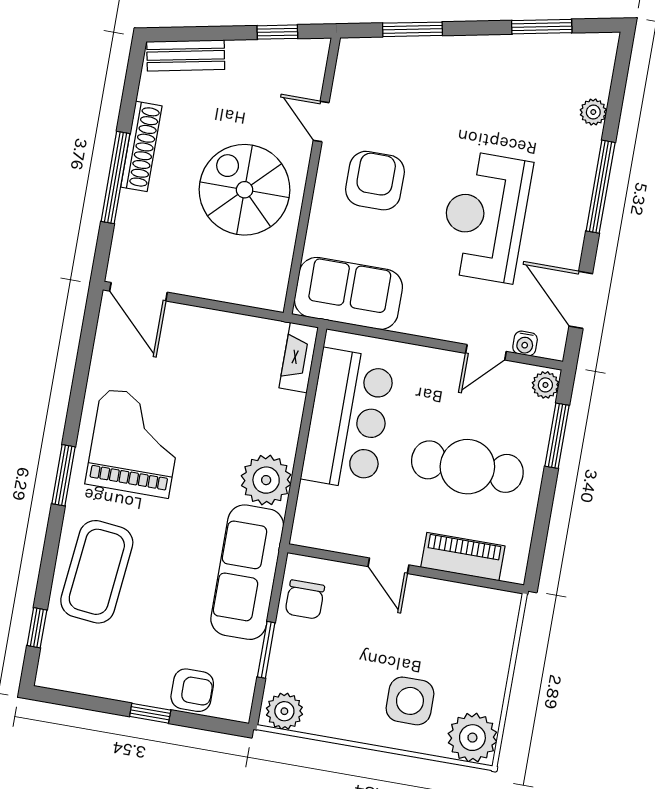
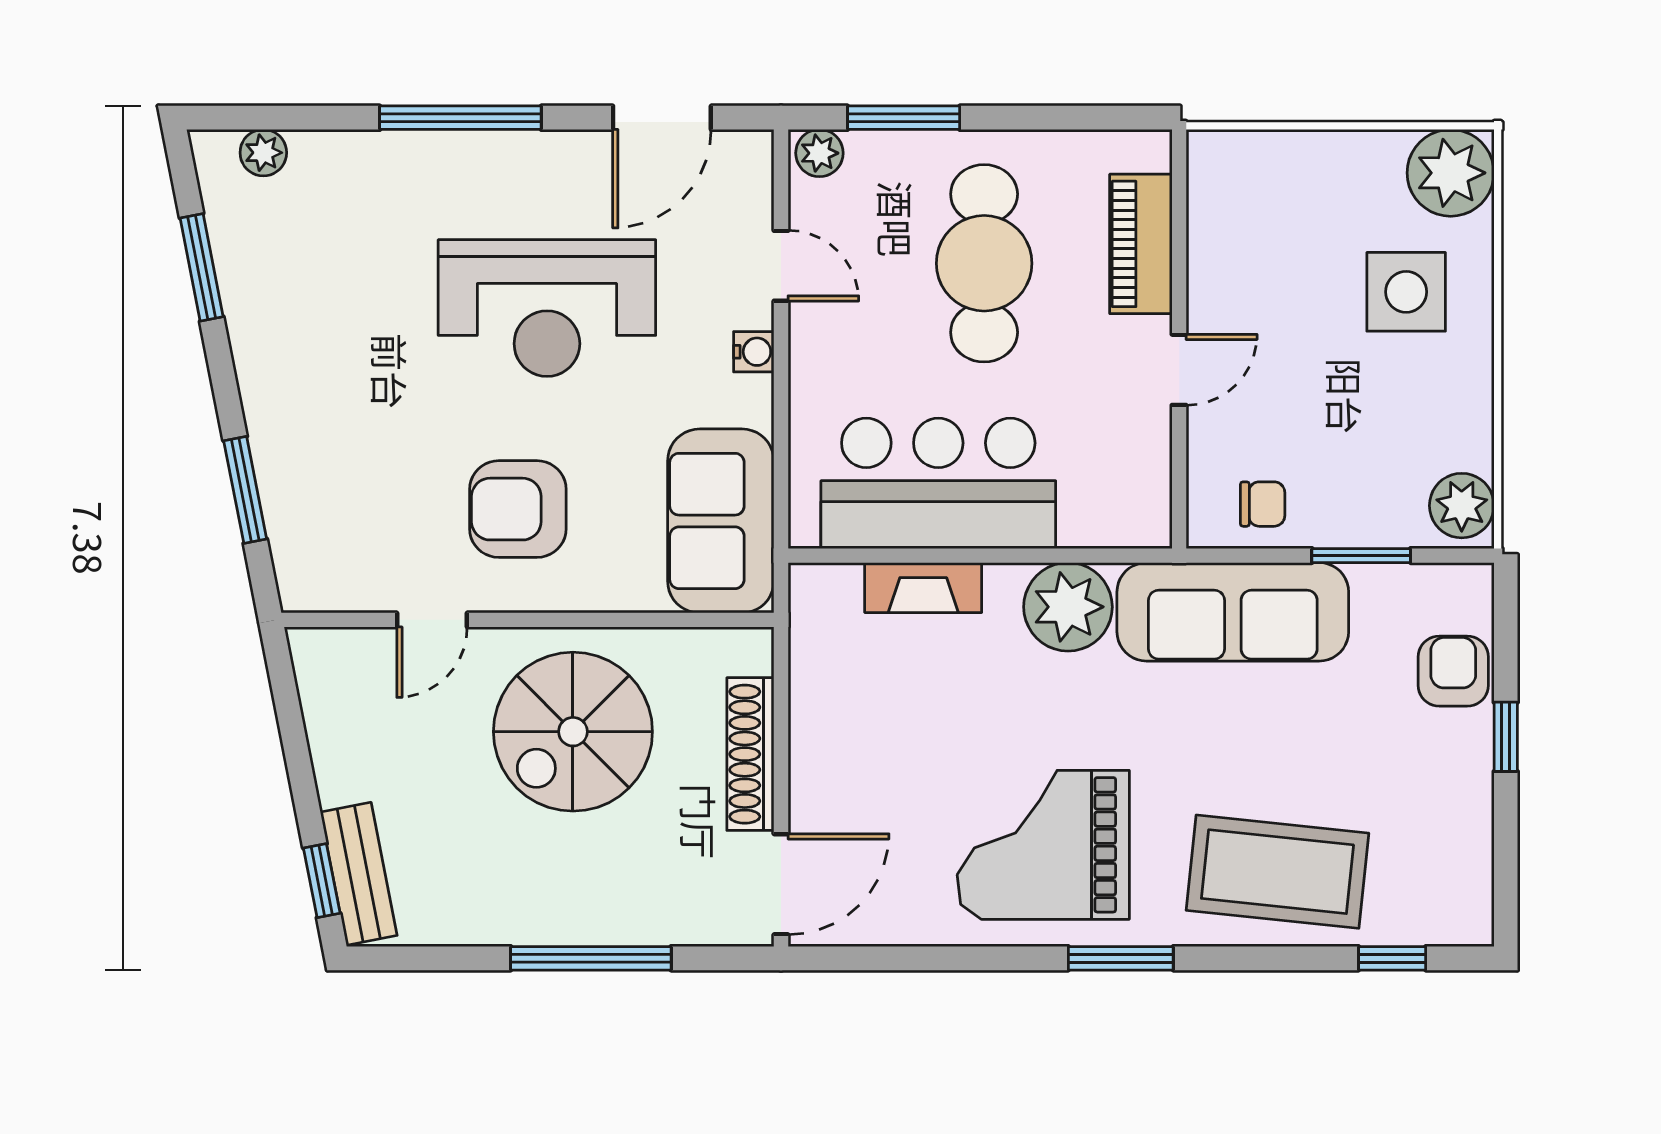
window: (277, 32) -> (322, 881), moved
plant: (593, 112) -> (263, 153), moved
shoe rack: (141, 146) -> (750, 754), moved, turned -90
water cooler: (525, 343) -> (754, 352), moved
fireplace: (299, 358) -> (923, 588), moved
chair: (305, 600) -> (1263, 504), width x0.73, depth x0.73

